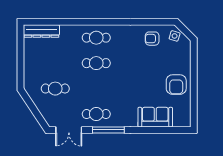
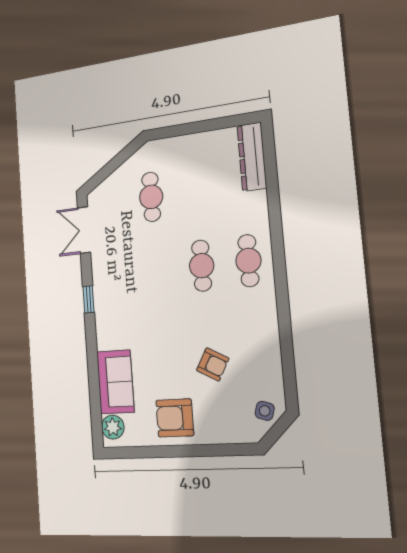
armchair: (152, 39) -> (213, 364), moved, turned 119
cafe table: (96, 114) -> (113, 275), removed
plant: (180, 120) -> (113, 427), added
window: (108, 130) -> (89, 299), width x0.46

